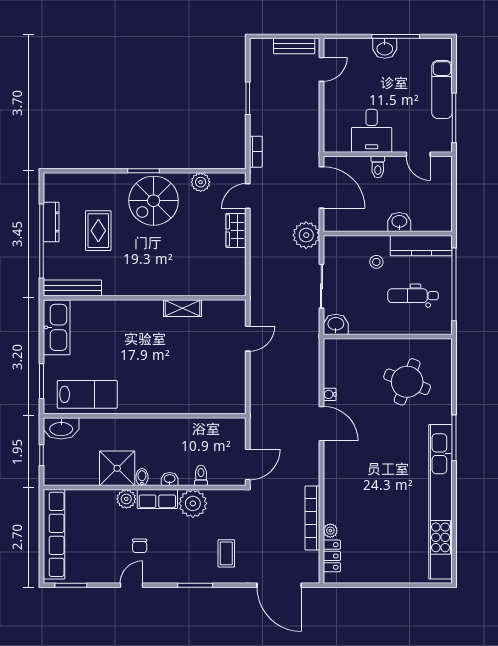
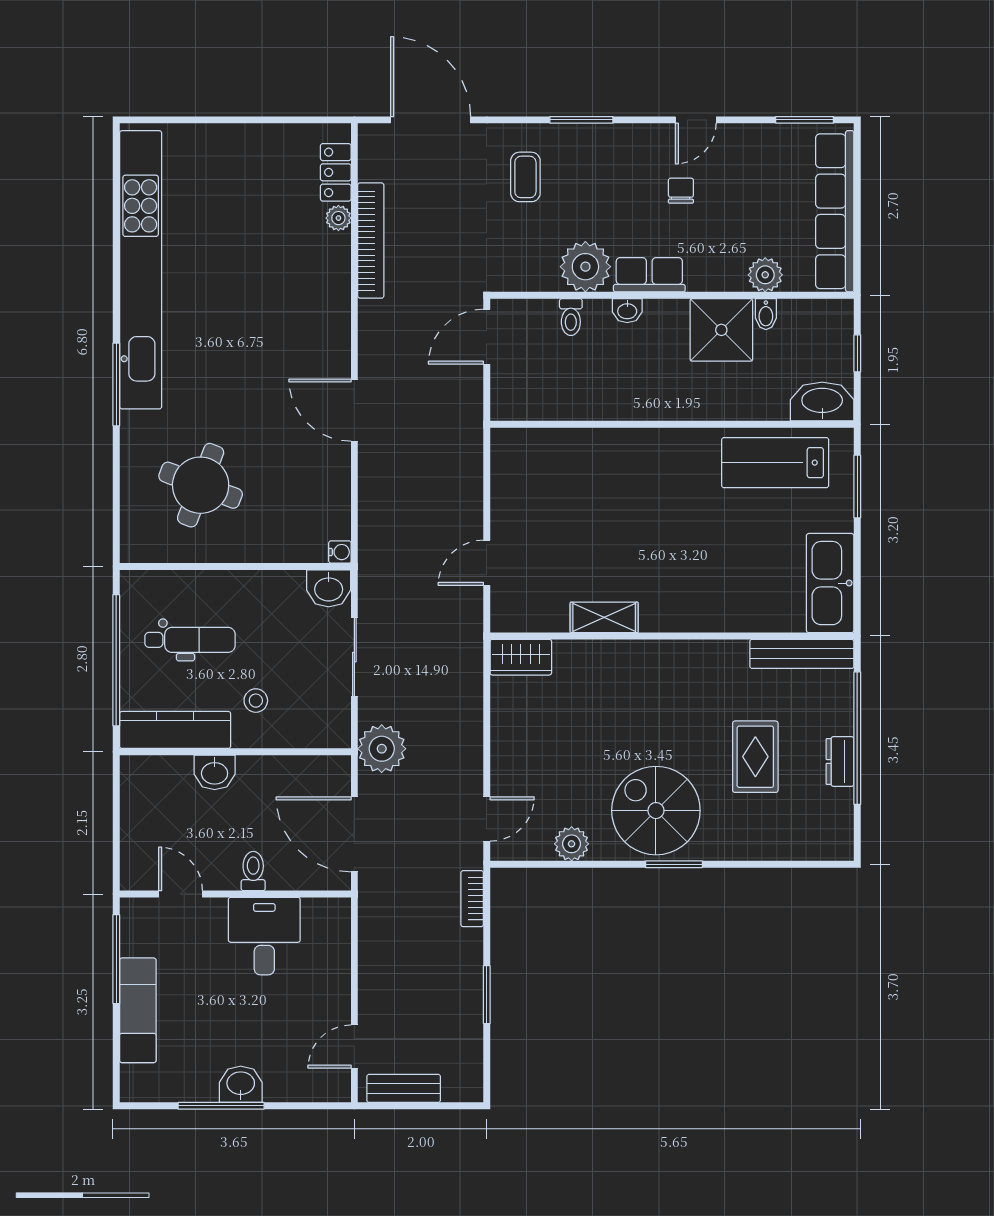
spiral stairs: (154, 201) -> (656, 811), turned -90
dresser: (51, 222) -> (840, 761), width x0.70
wardrobe: (236, 230) -> (521, 657), moved, turned 90
water cooler: (330, 394) -> (340, 552), moved
bidet: (142, 477) -> (766, 314), moved
plant: (126, 499) -> (765, 275), moved

